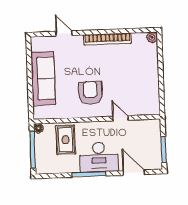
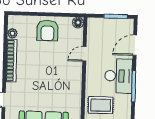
plant: (152, 37) -> (12, 33), moved
armchair: (90, 93) -> (47, 31), moved, turned -90
floor lamp: (154, 109) -> (78, 23), added

